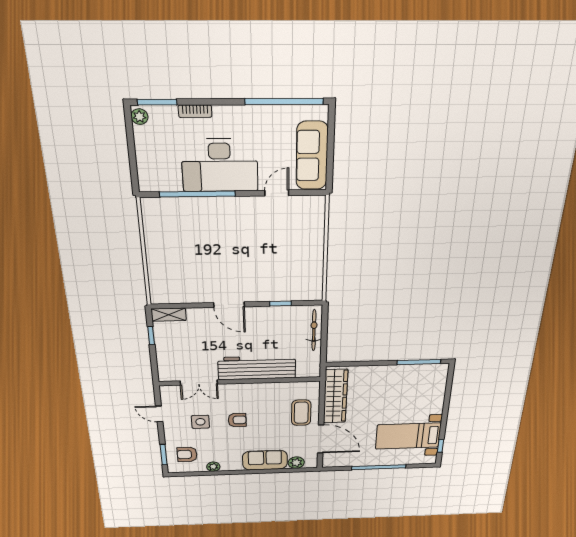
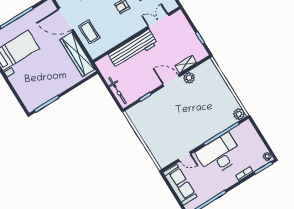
door: (277, 193) -> (185, 156), hinge flipped
plant: (151, 207) -> (239, 114), added
plant: (200, 295) -> (189, 78), added
shelving: (169, 315) -> (186, 64), moved

